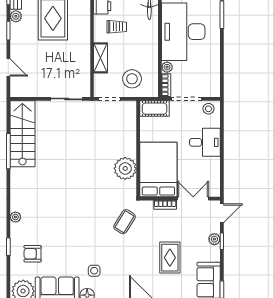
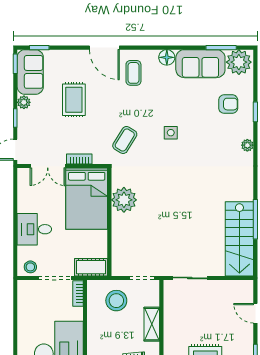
plant: (167, 67) -> (77, 314), removed
plant: (214, 239) -> (24, 102), moved
side table: (94, 271) -> (171, 133), moved
coffee table: (117, 281) -> (133, 73), added

